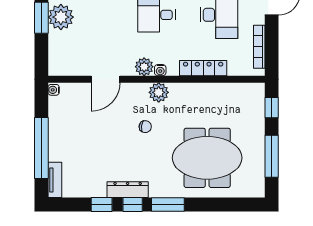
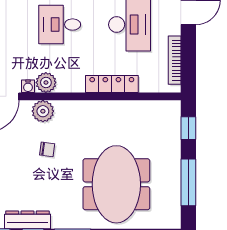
water cooler: (160, 70) -> (28, 86), moved
plant: (159, 92) -> (43, 111), moved
meeting table: (207, 158) -> (116, 184), turned 90

